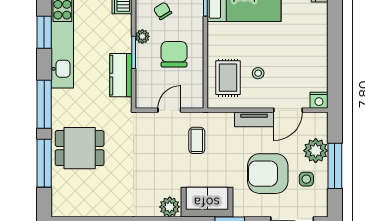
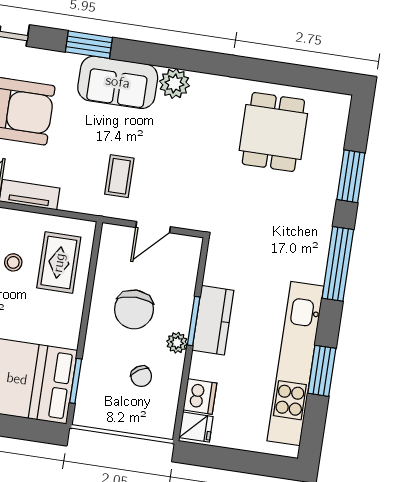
kitchen counter: (121, 75) -> (213, 320), moved
dining table: (80, 148) -> (273, 132), moved, turned 90
window: (44, 163) -> (351, 176), width x0.69

